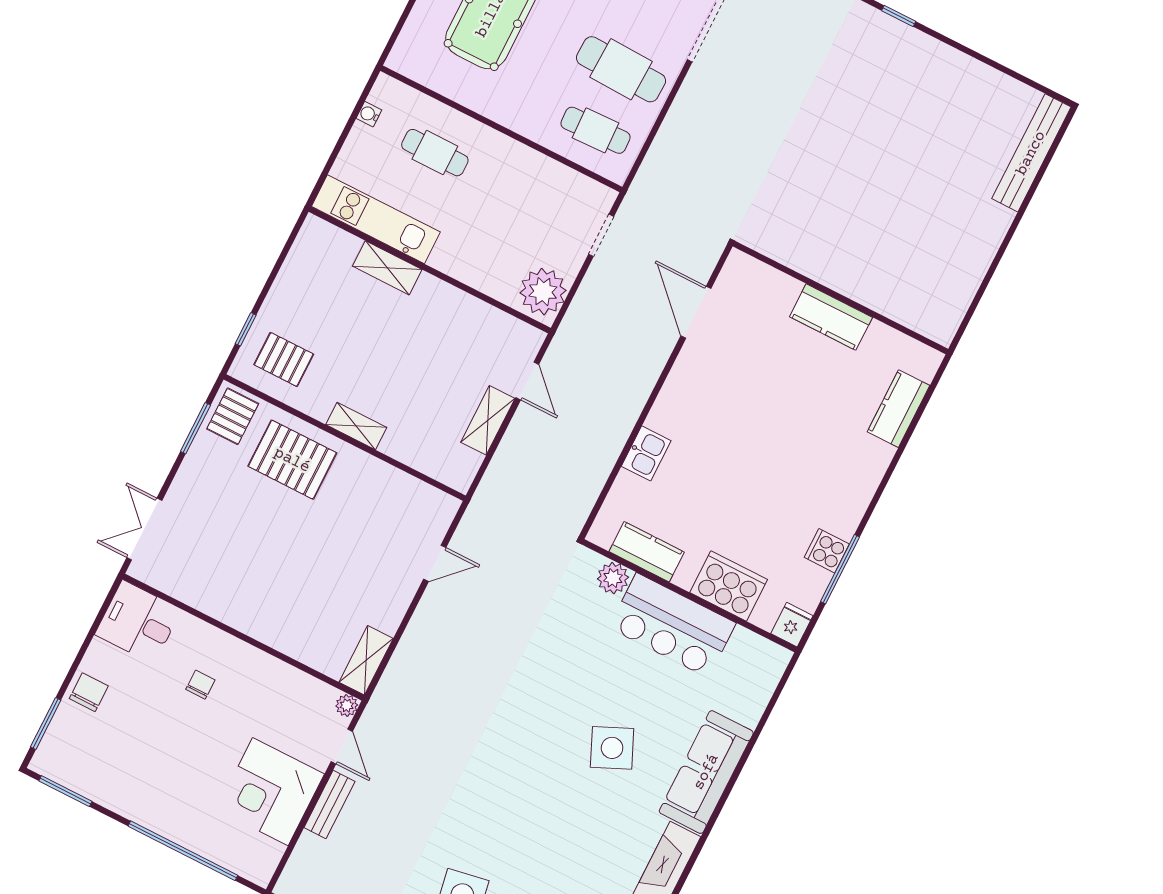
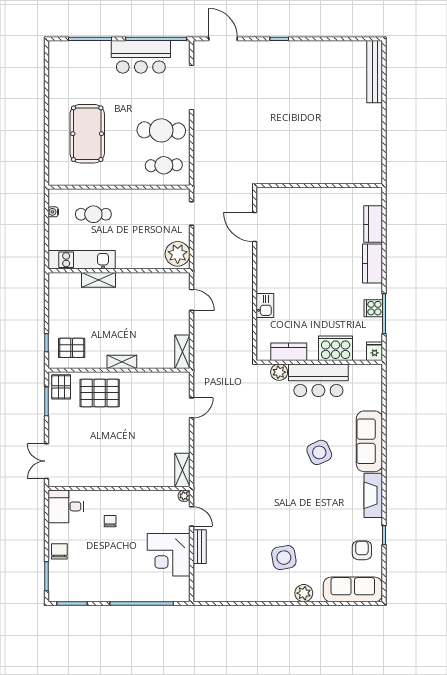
kitchen counter: (831, 317) -> (373, 263), moved, turned 90
shelving: (488, 420) -> (182, 352), moved

